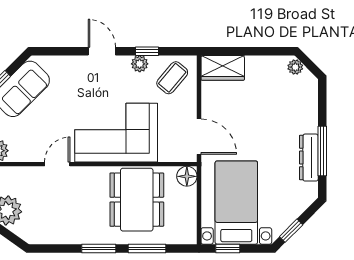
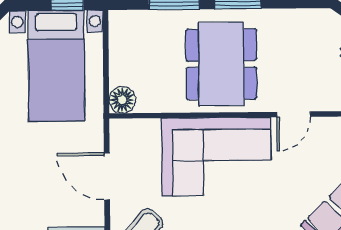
door: (199, 137) -> (107, 176), moved
dining table: (137, 200) -> (221, 64), moved

